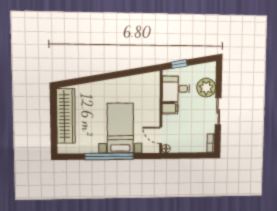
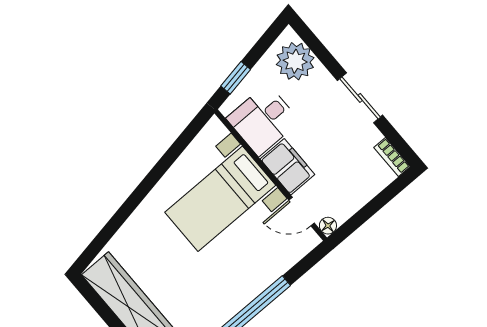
plant: (206, 88) -> (295, 61), moved
filing cabinet: (170, 108) -> (287, 167), width x2.00
bed with nightstands: (120, 128) -> (220, 199), moved, turned -90

